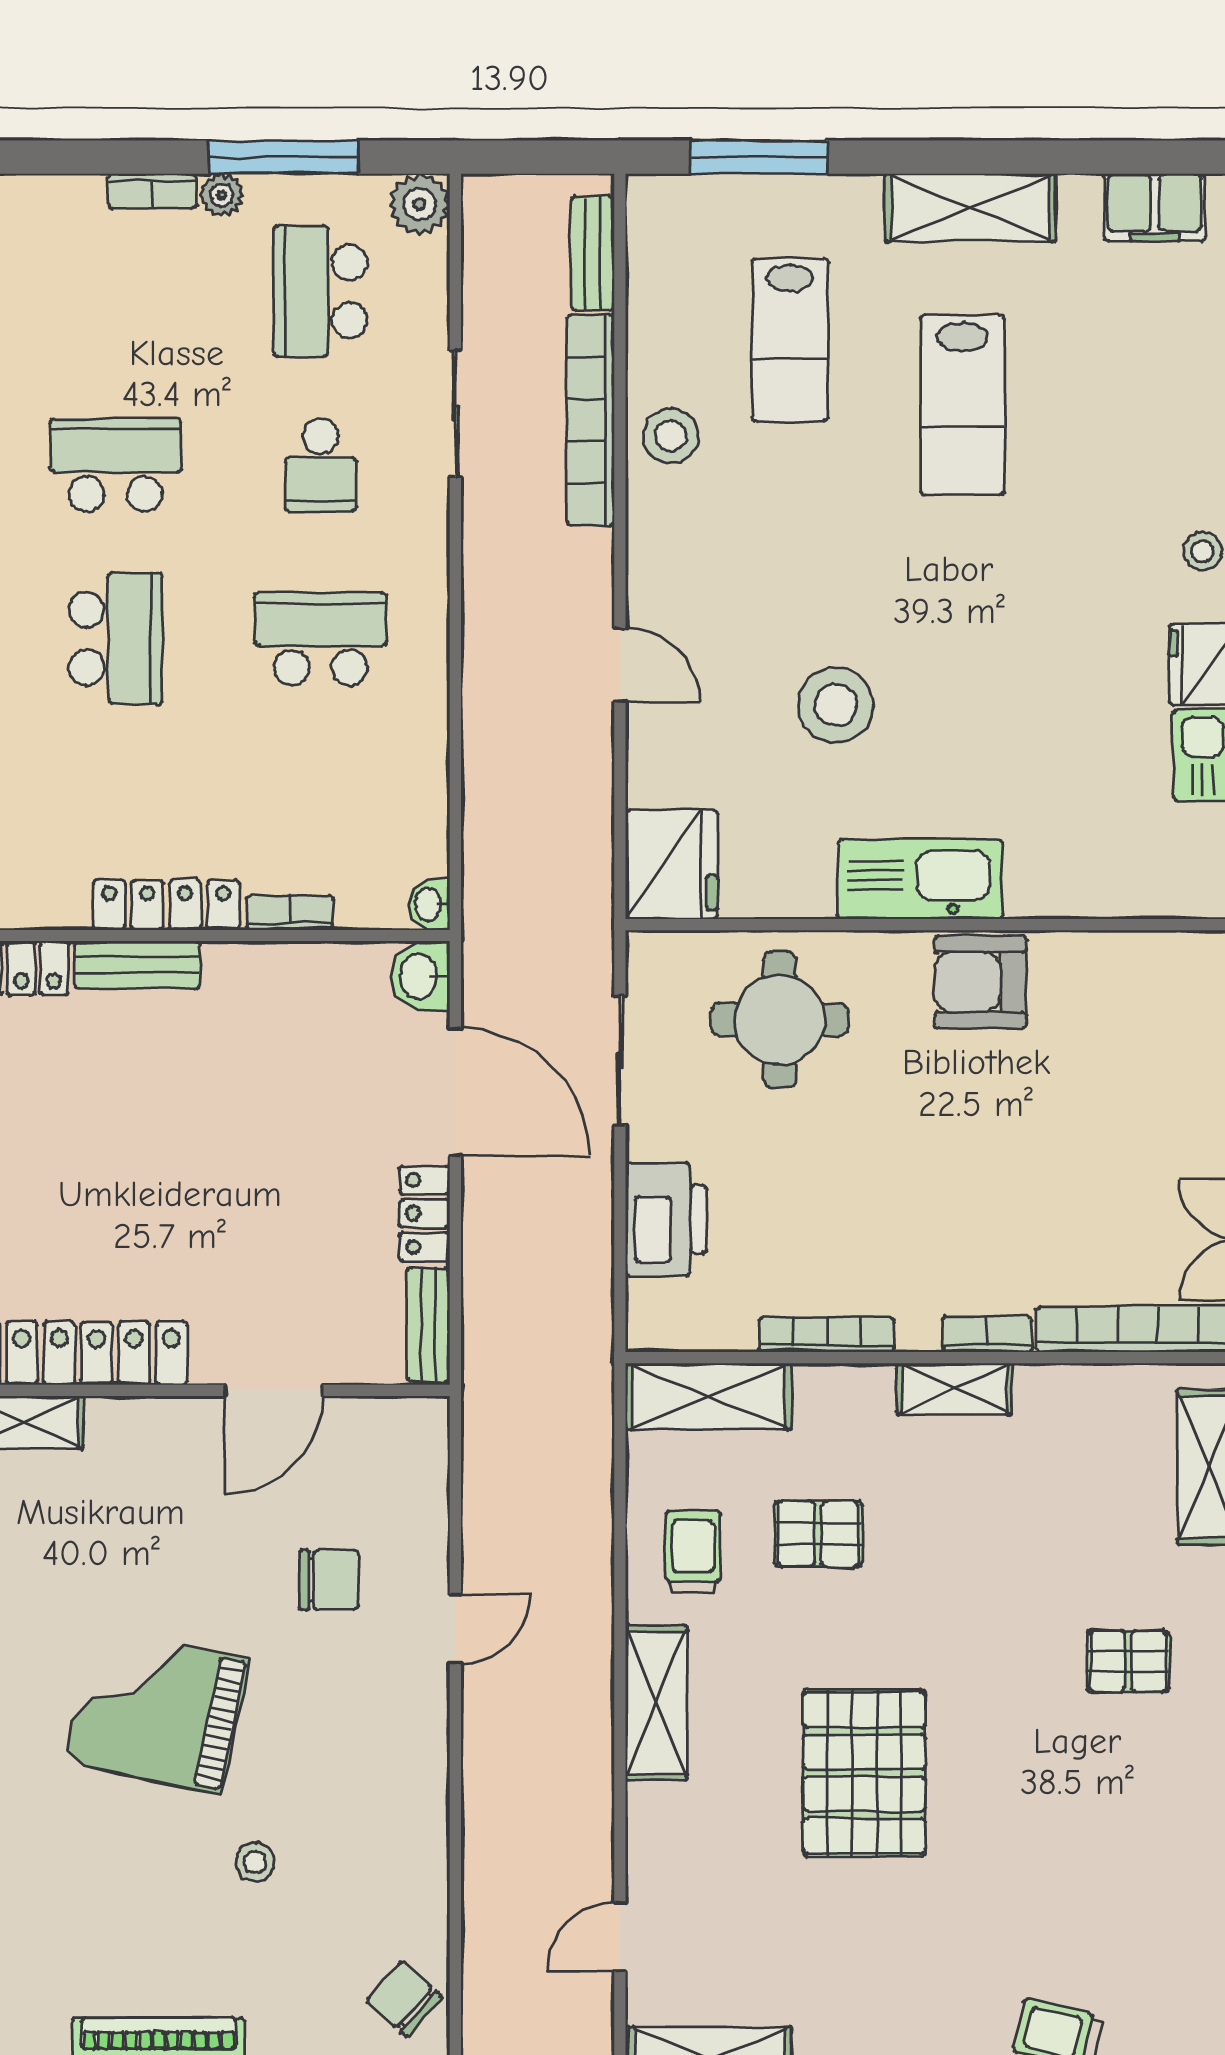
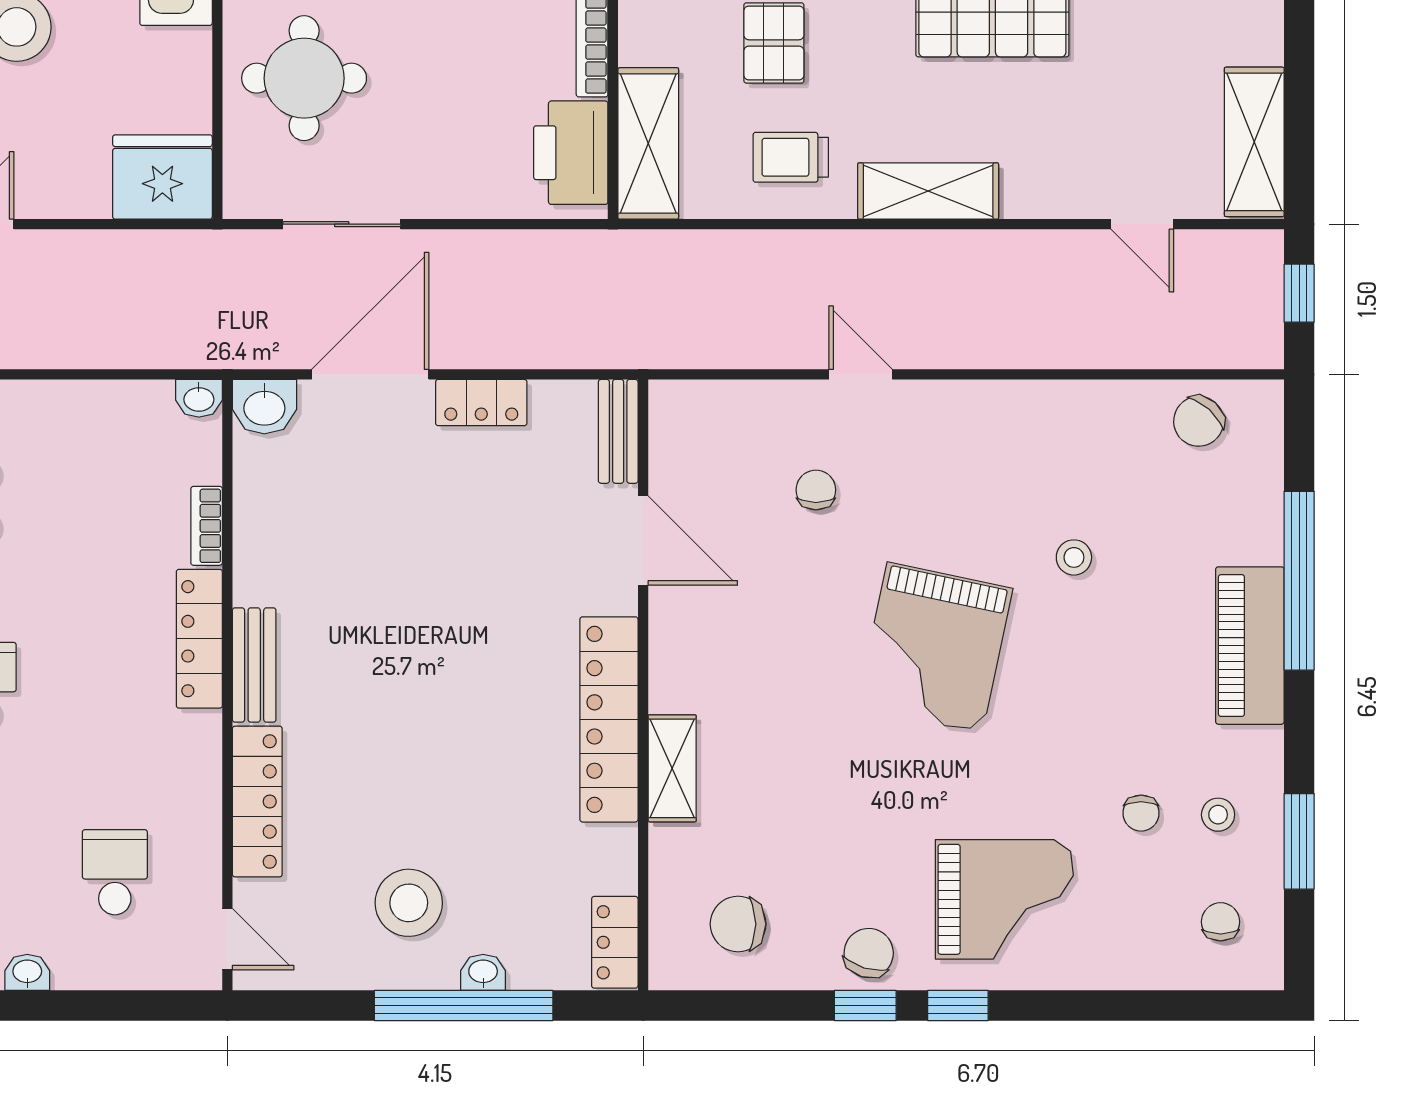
printer: (666, 1219) -> (571, 153), moved, turned -90
bench: (428, 1325) -> (618, 431), moved, turned 90
chair: (329, 1580) -> (816, 490), width x0.73, depth x0.73

